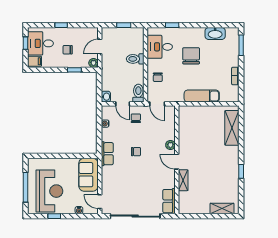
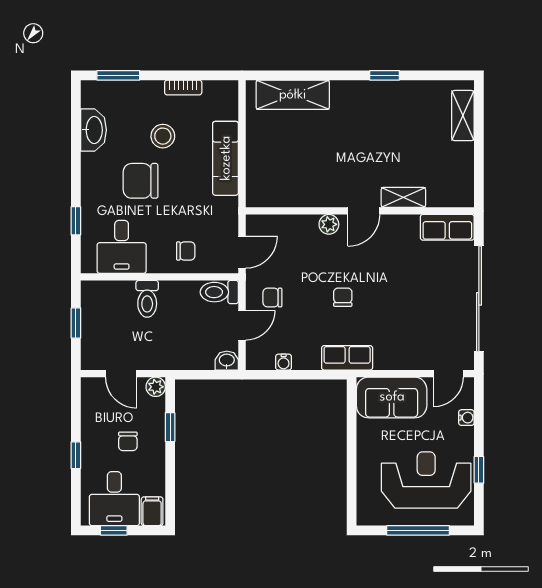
stool: (212, 66) -> (163, 136), added

